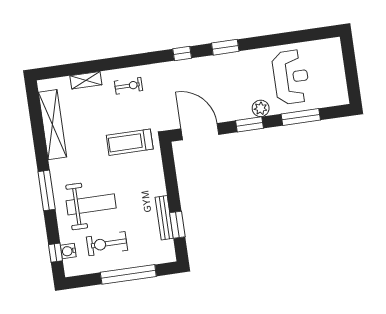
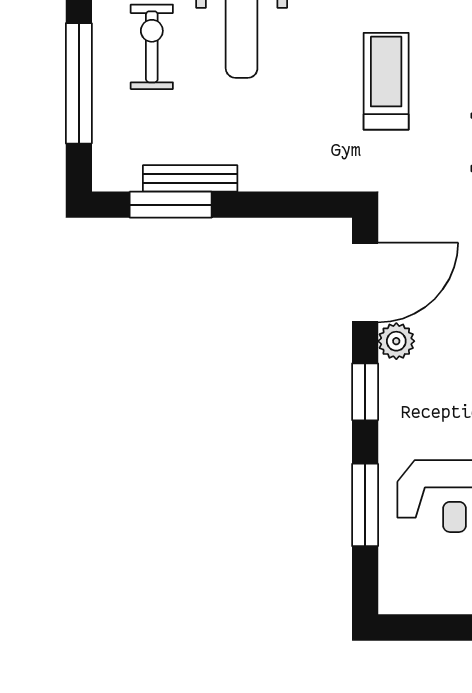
plant: (261, 108) -> (396, 341), moved
treadmill: (130, 142) -> (386, 81), moved
window: (177, 225) -> (171, 205), width x1.44

